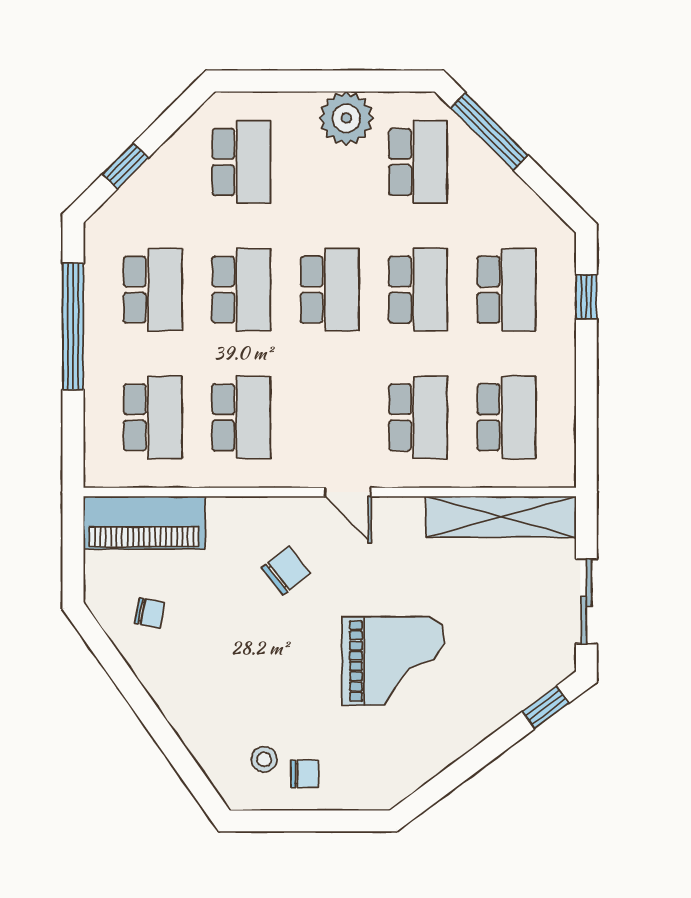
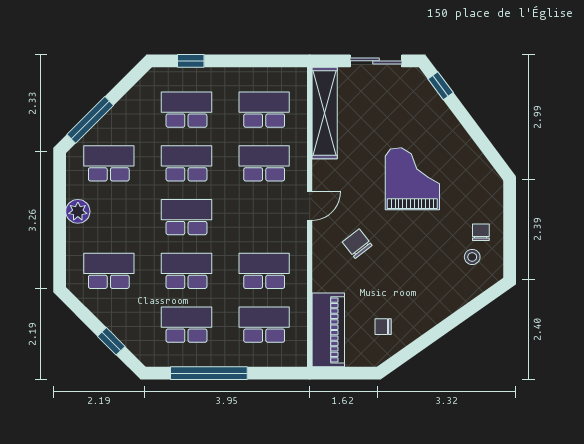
plant: (346, 118) -> (78, 211), width x0.73, depth x0.73
chair: (150, 613) -> (383, 327), turned -101

